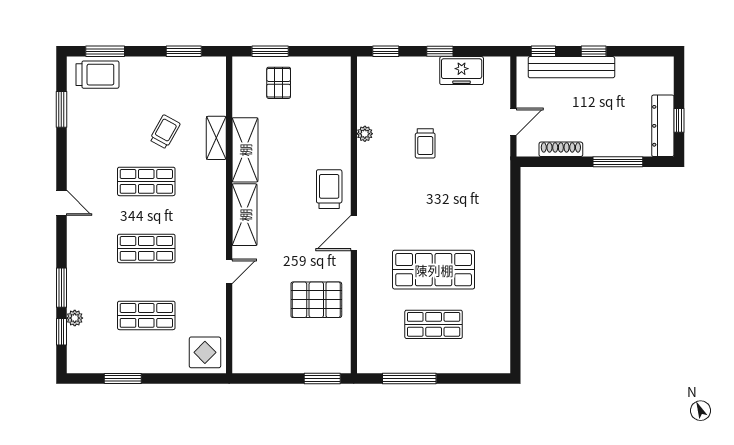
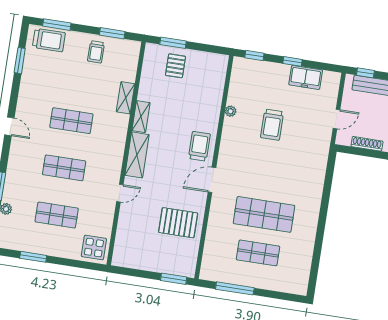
trolley: (165, 132) -> (96, 52), moved, turned 151
trolley: (425, 143) -> (272, 125), width x1.36, depth x1.39
shelving: (245, 150) -> (141, 117), width x0.67, depth x0.75

